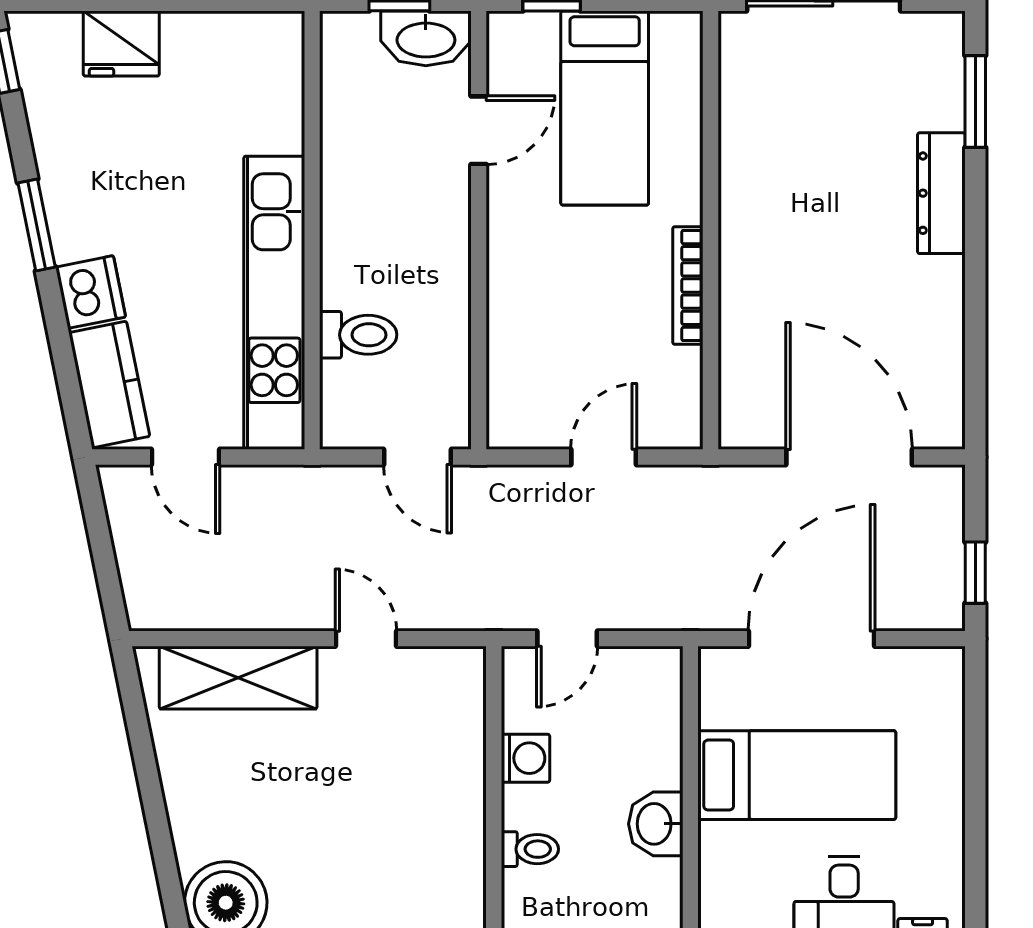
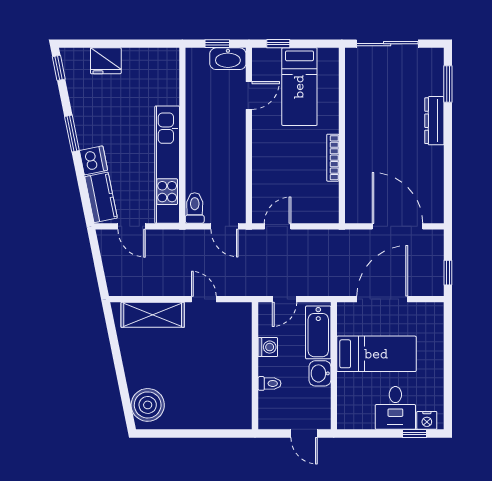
toilet: (358, 335) -> (195, 208), moved, turned -90
door: (604, 457) -> (278, 226), moved
bathtub: (652, 722) -> (318, 332), added

